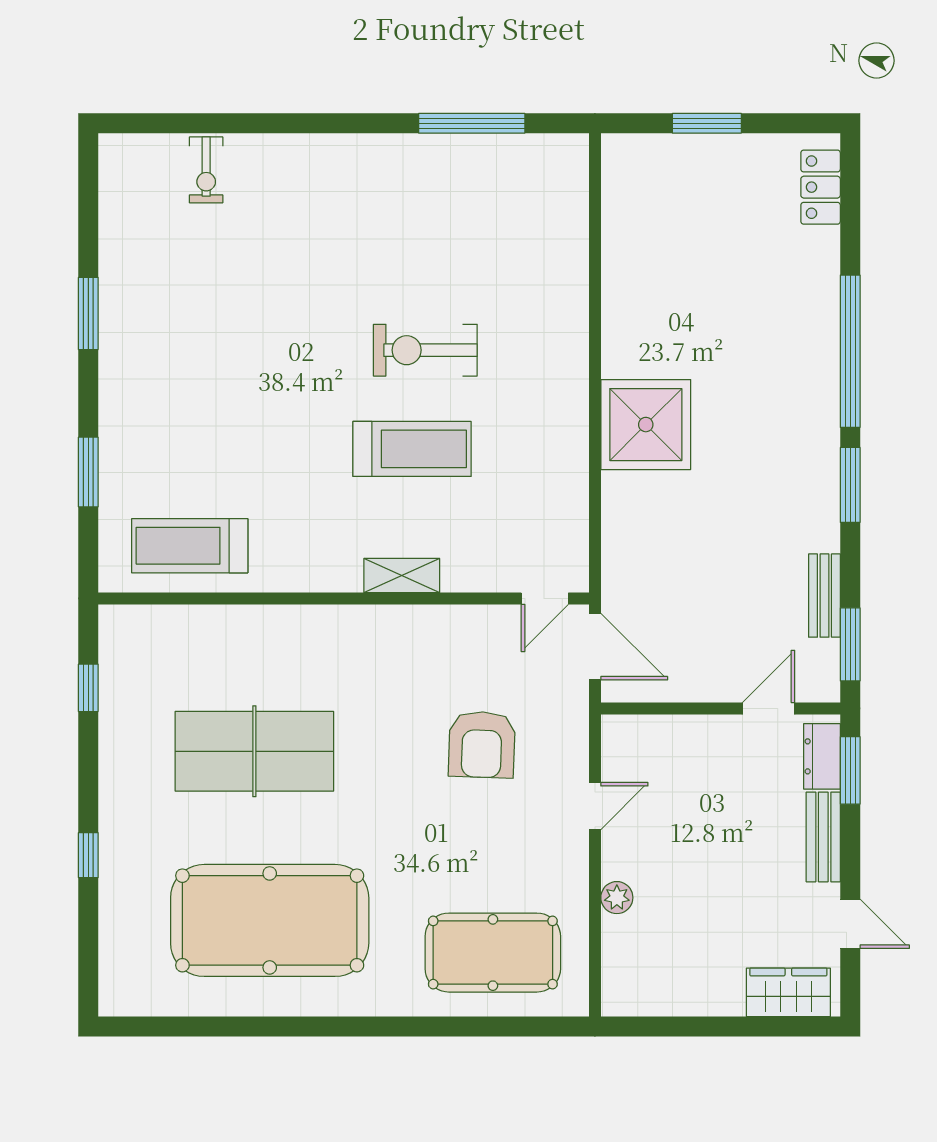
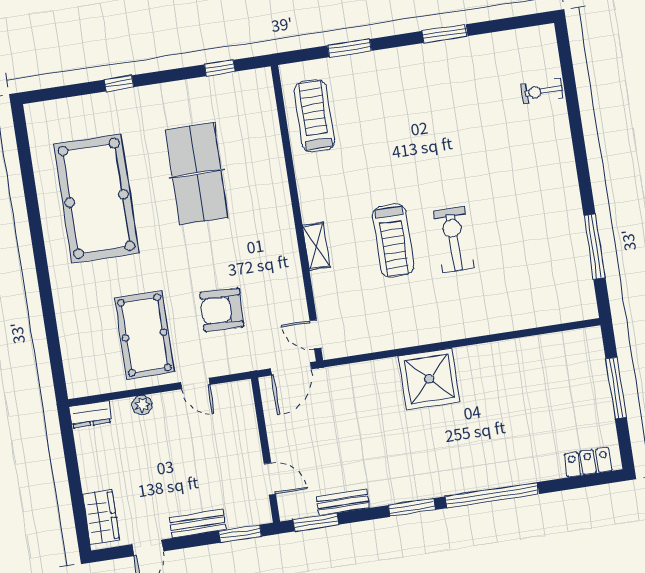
window: (707, 123) -> (616, 388), width x1.44
dresser: (822, 756) -> (90, 414), moved, turned 180
pool table: (493, 953) -> (145, 335), moved

